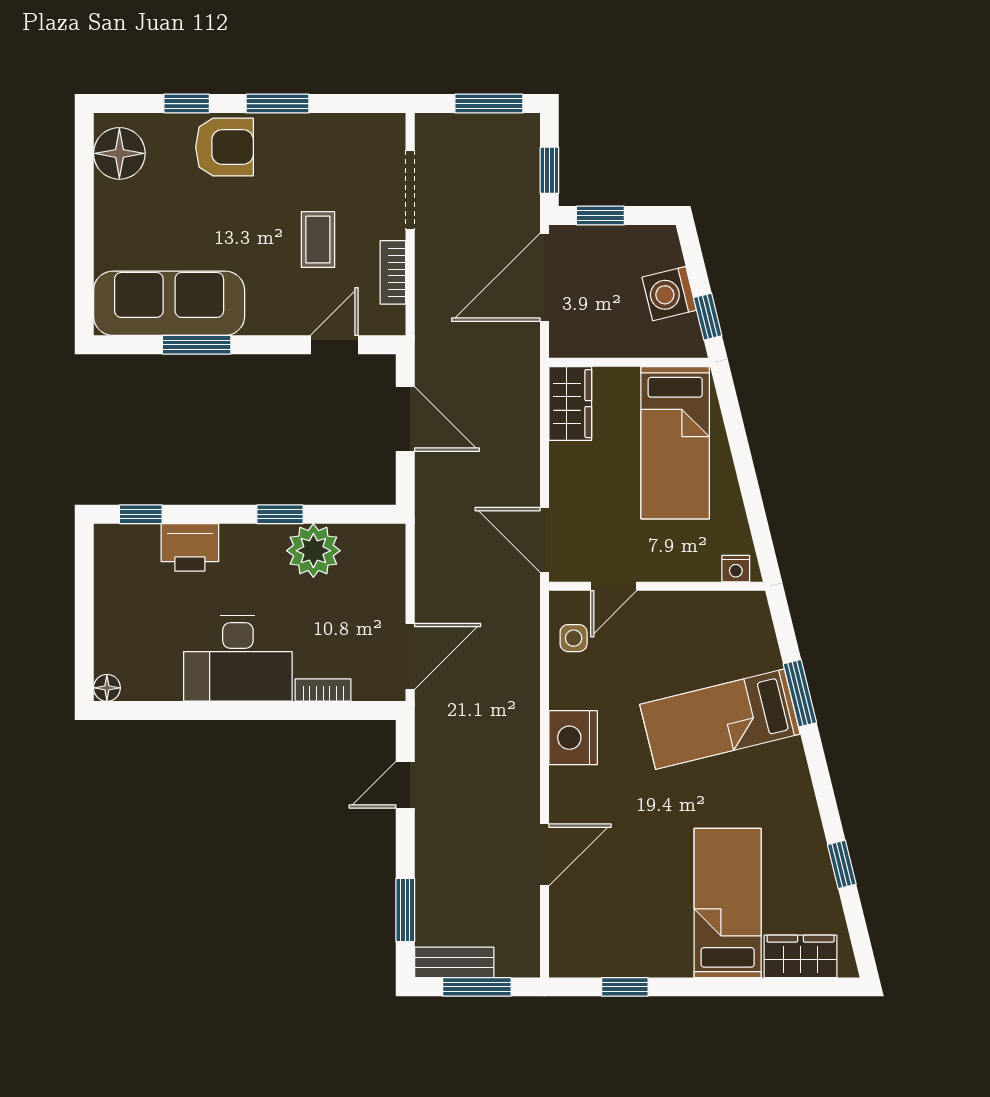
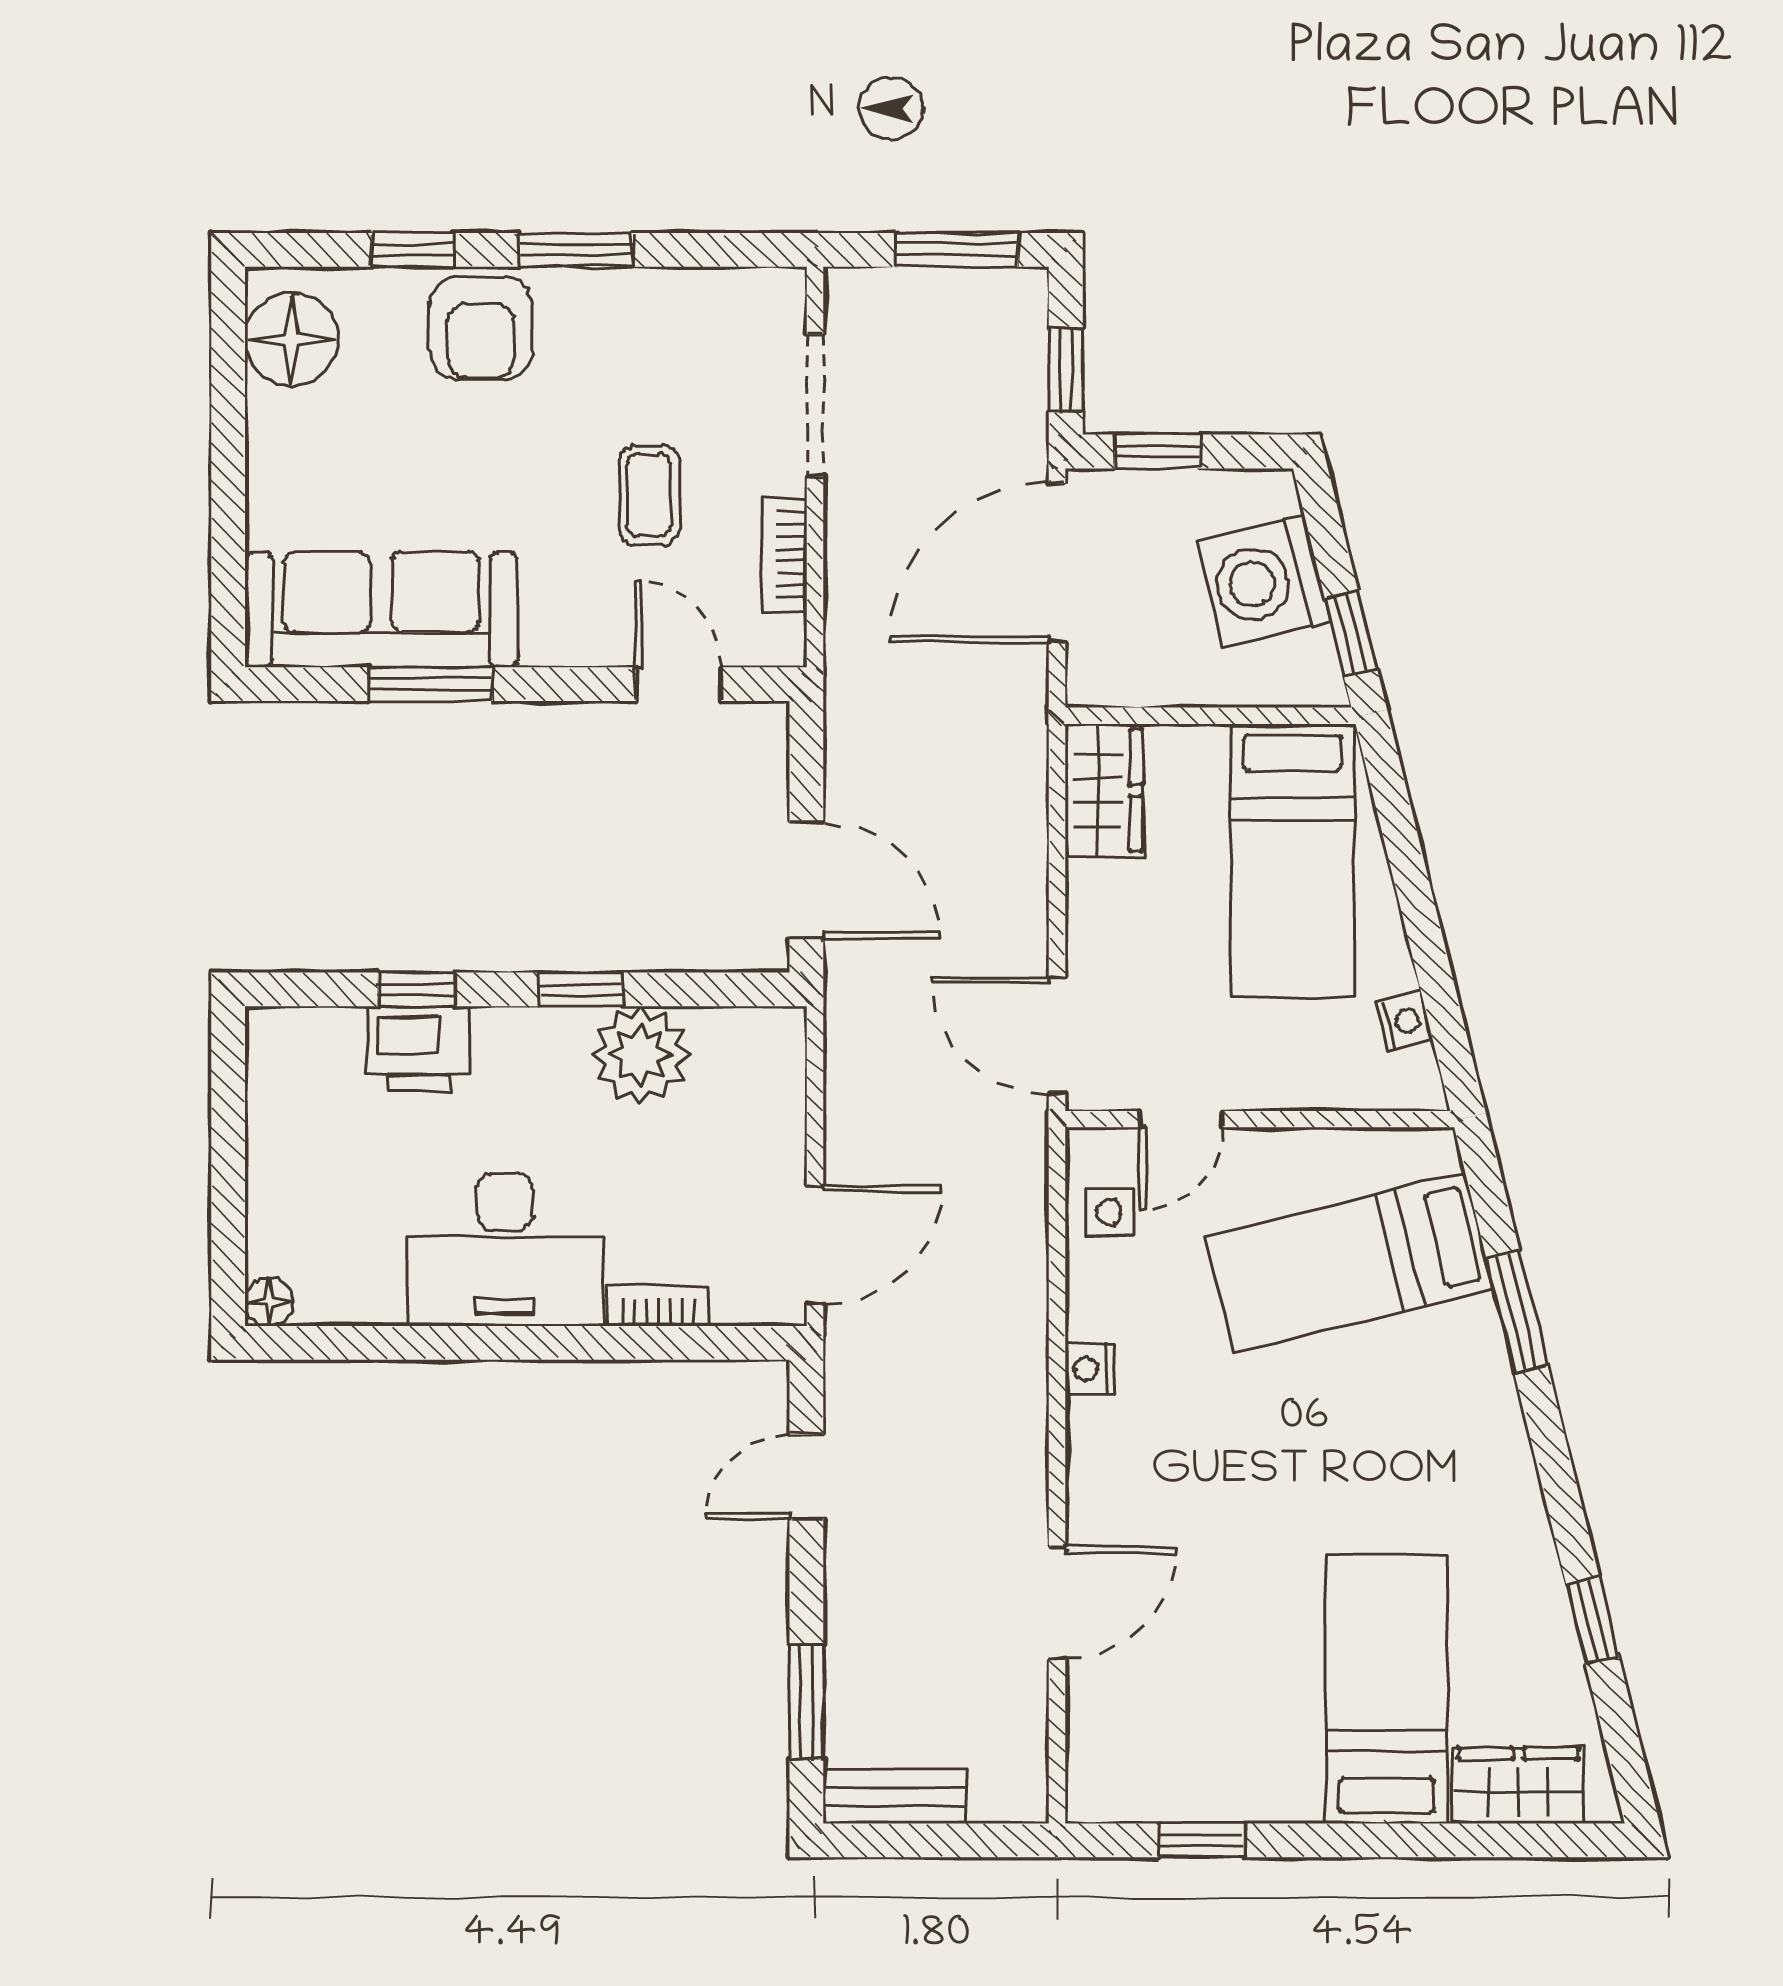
armchair: (224, 147) -> (481, 328), turned 90
washing machine: (669, 294) -> (1263, 581), width x1.37, depth x1.37
door: (334, 345) -> (679, 684), hinge flipped
door: (405, 419) -> (806, 881), moved
window: (141, 514) -> (417, 989), moved
nightstand: (736, 569) -> (1404, 1021), moved, turned -104
bed: (720, 719) -> (1350, 1263), moved
nightstand: (573, 738) -> (1089, 1369), width x0.53, depth x0.56
window: (477, 987) -> (935, 1840), removed

